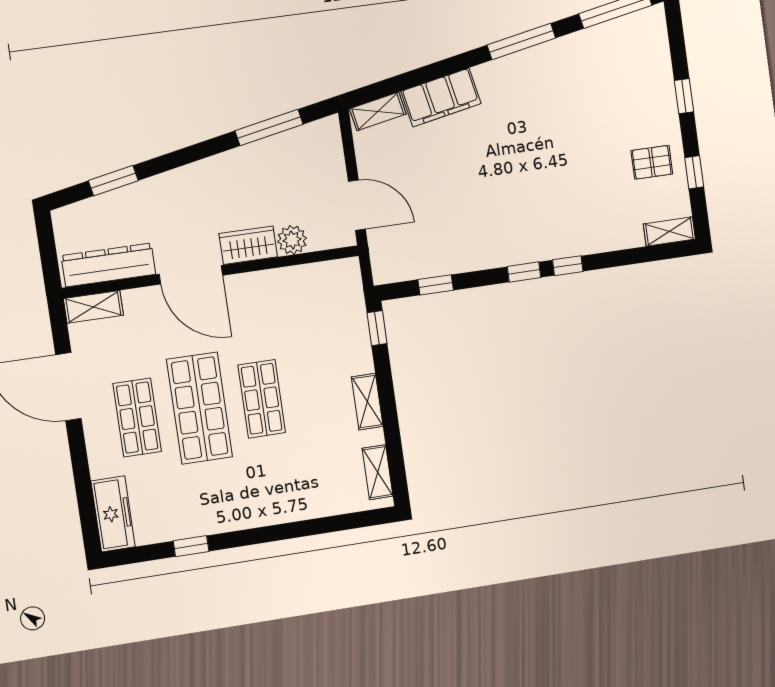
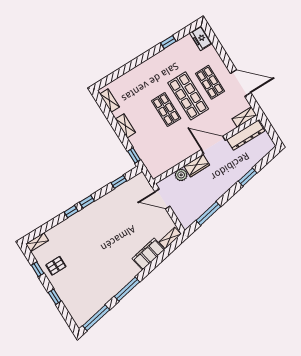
window: (113, 181) -> (248, 177), moved
freezer: (113, 514) -> (201, 38), width x0.71

